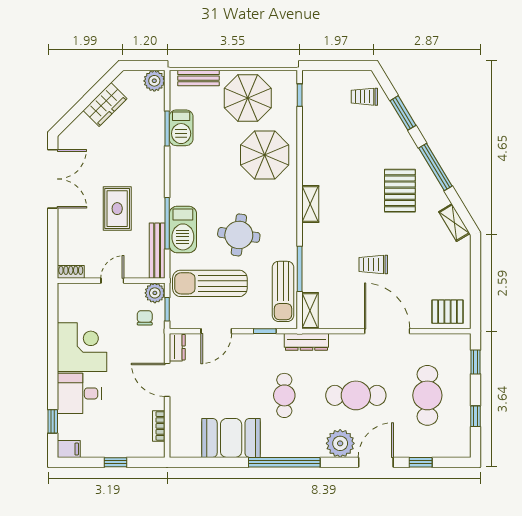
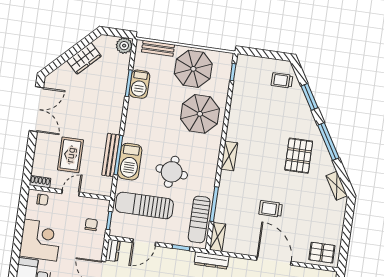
rug: (117, 209) -> (70, 155), moved
bench: (157, 251) -> (111, 155), moved
plant: (155, 293) -> (102, 207), removed
chair: (77, 295) -> (42, 200), added

